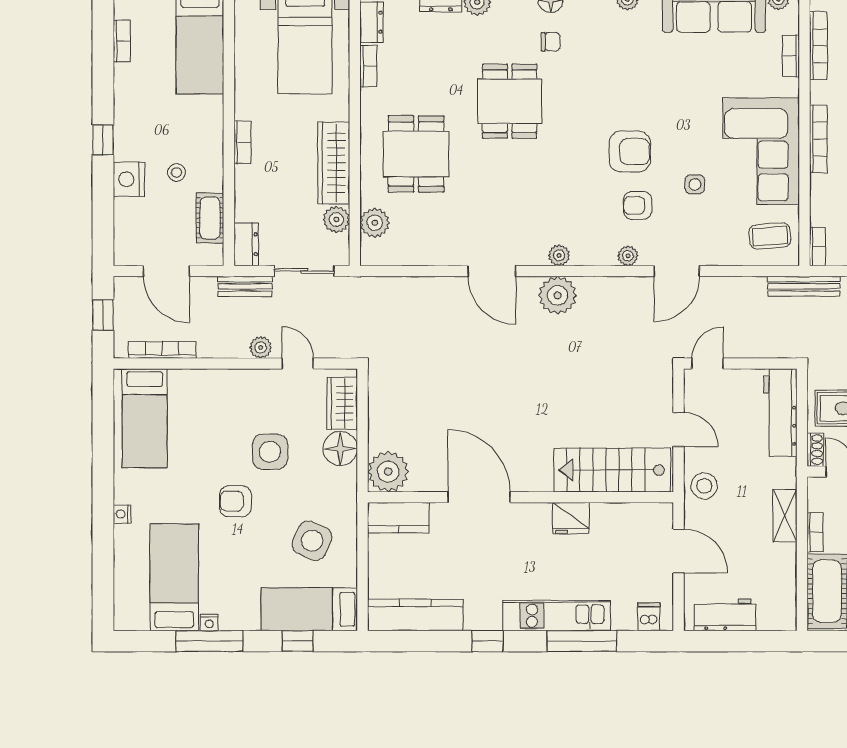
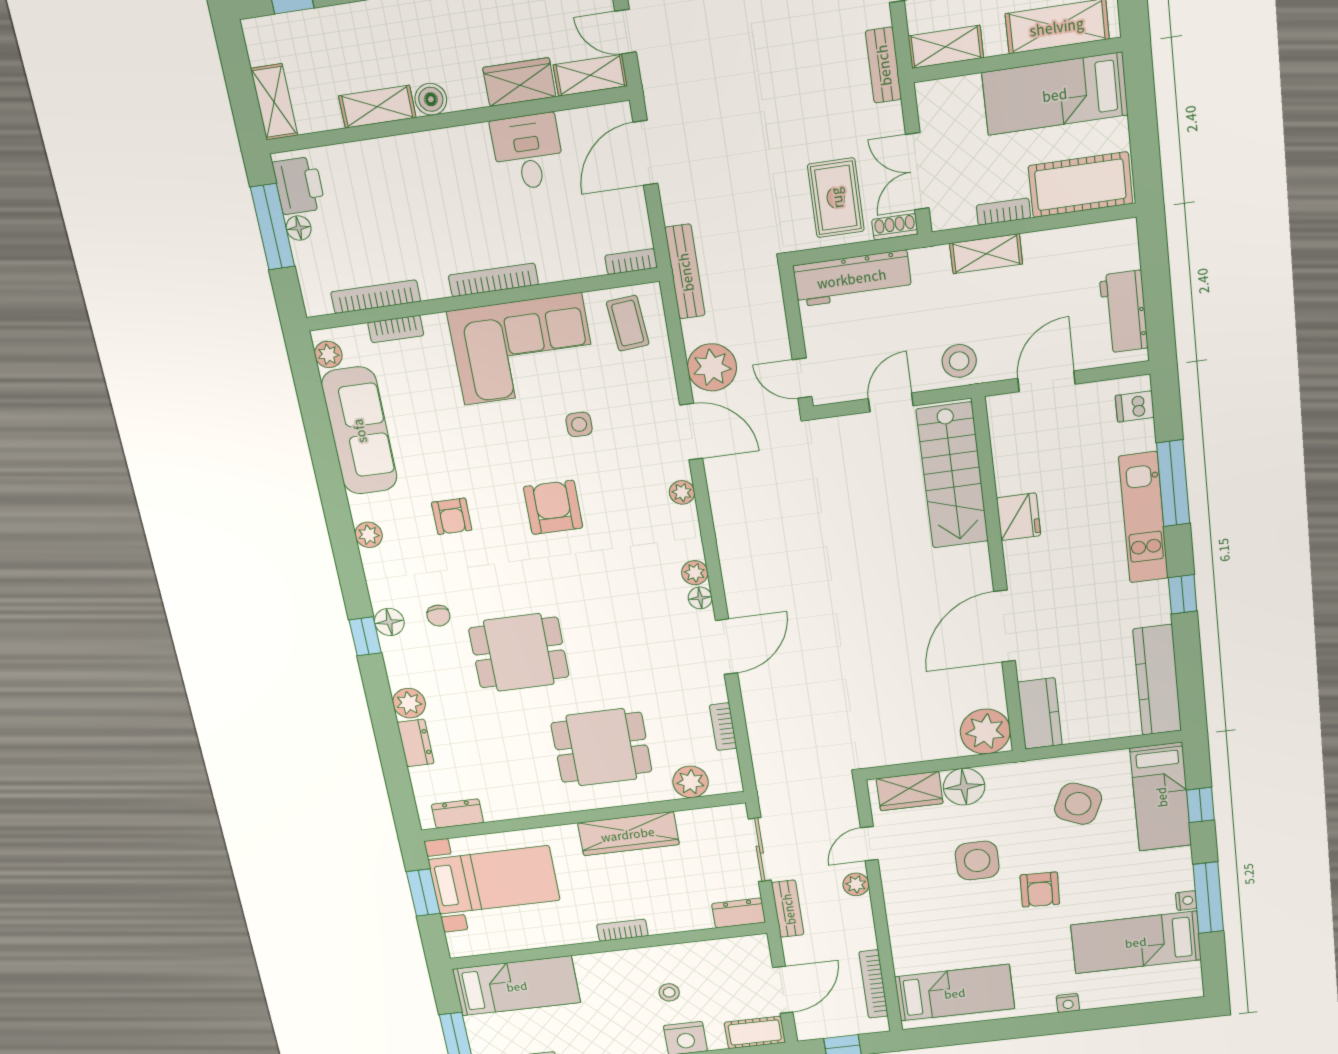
chair: (551, 42) -> (438, 616), turned 180
bookcase: (368, 66) -> (723, 727), moved, turned -90
armchair: (638, 205) -> (452, 516), moved
cot: (210, 218) -> (755, 1032), moved
plant: (336, 219) -> (694, 823), removed
floor lamp: (537, 256) -> (700, 598), added
plant: (558, 295) -> (712, 367), moved

